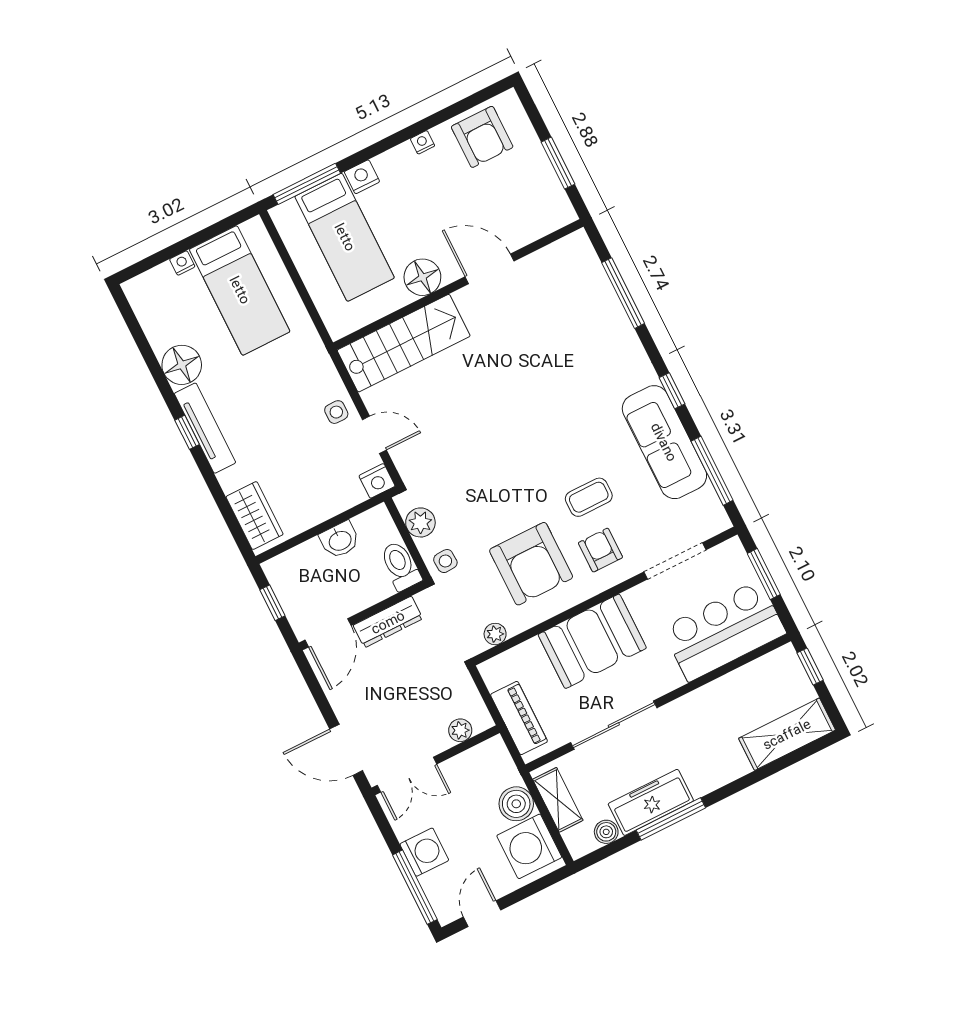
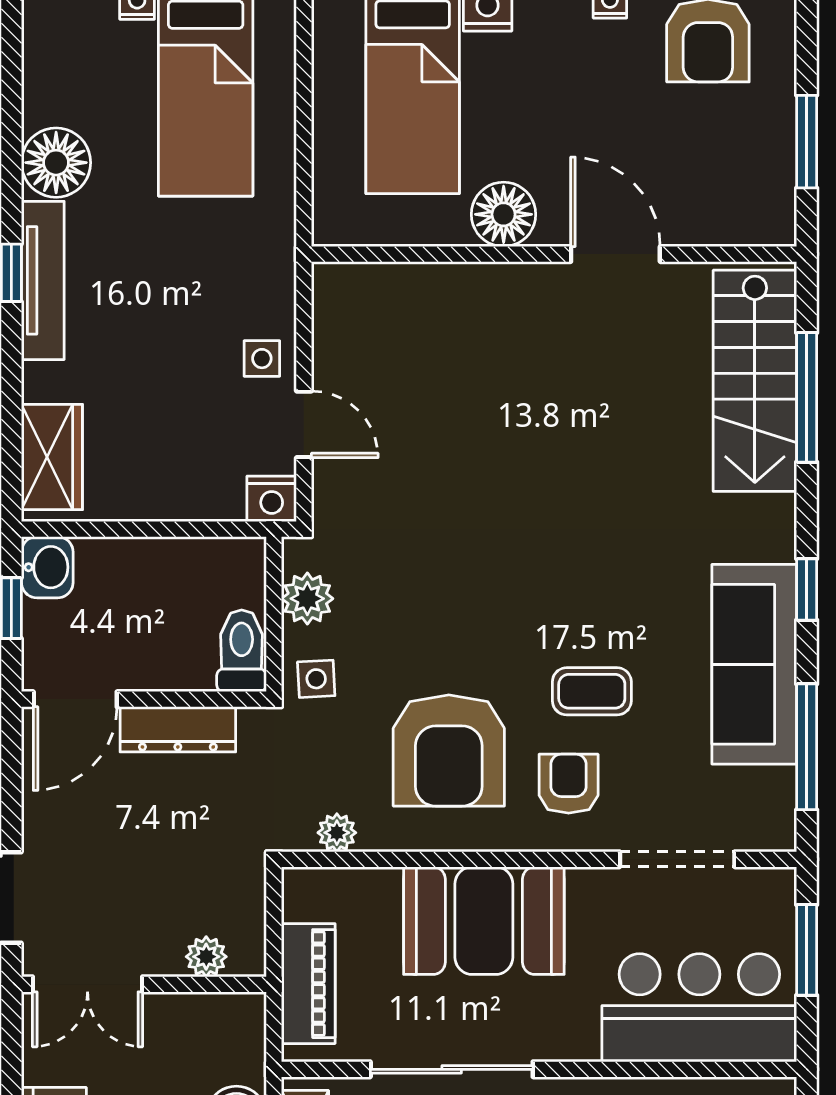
stairs: (404, 343) -> (755, 381), moved, turned 90
washbasin: (340, 540) -> (47, 567), moved, turned -90

